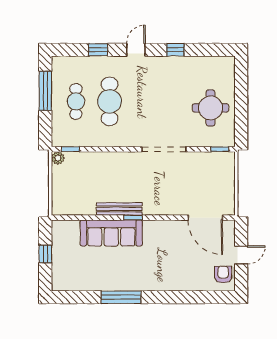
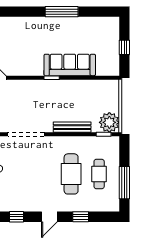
plant: (58, 158) -> (109, 122), width x1.87, depth x1.87
bench: (119, 209) -> (72, 127), moved

